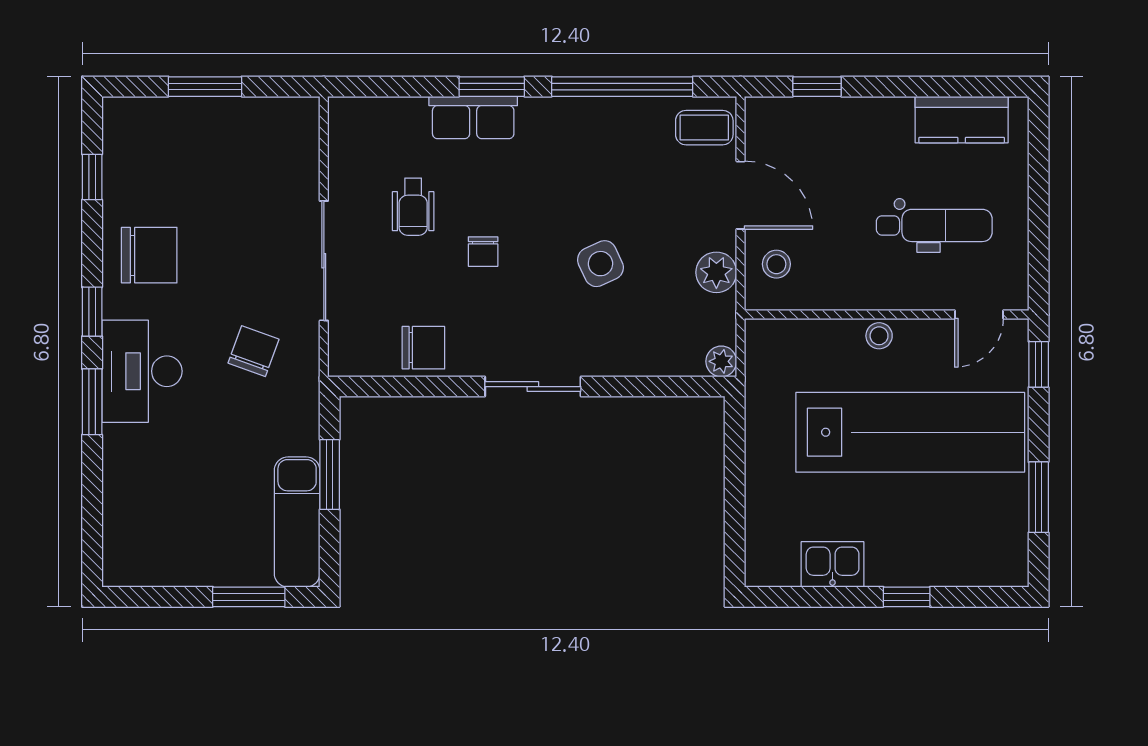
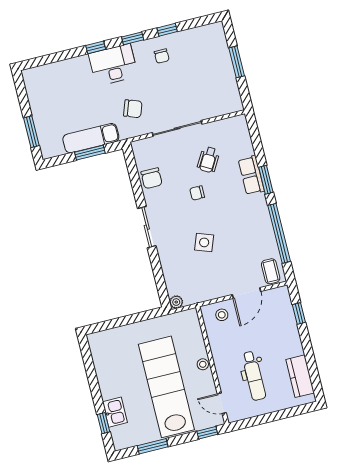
window: (92, 177) -> (167, 30), moved
wheelchair: (413, 207) -> (208, 160), turned -60
chair: (149, 255) -> (162, 56), width x0.54, depth x0.54
side table: (600, 264) -> (204, 242), turned 45
plant: (716, 272) -> (212, 291), removed
window: (92, 402) -> (96, 47), width x0.67
lab bench: (910, 432) -> (166, 387), turned 180
exam couch: (297, 522) -> (91, 138), moved
kitchen sink: (833, 564) -> (115, 412), moved
window: (907, 597) -> (103, 423), moved

